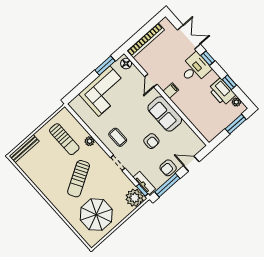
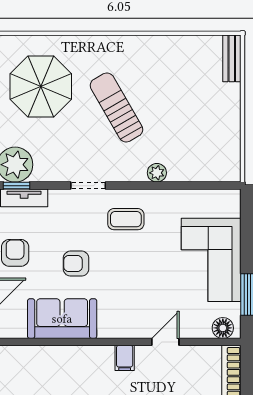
door: (151, 81) -> (165, 342), hinge flipped
sofa: (165, 114) -> (62, 319), moved
sun lounger: (64, 139) -> (193, 138), removed
bench: (24, 149) -> (232, 58), width x0.73

